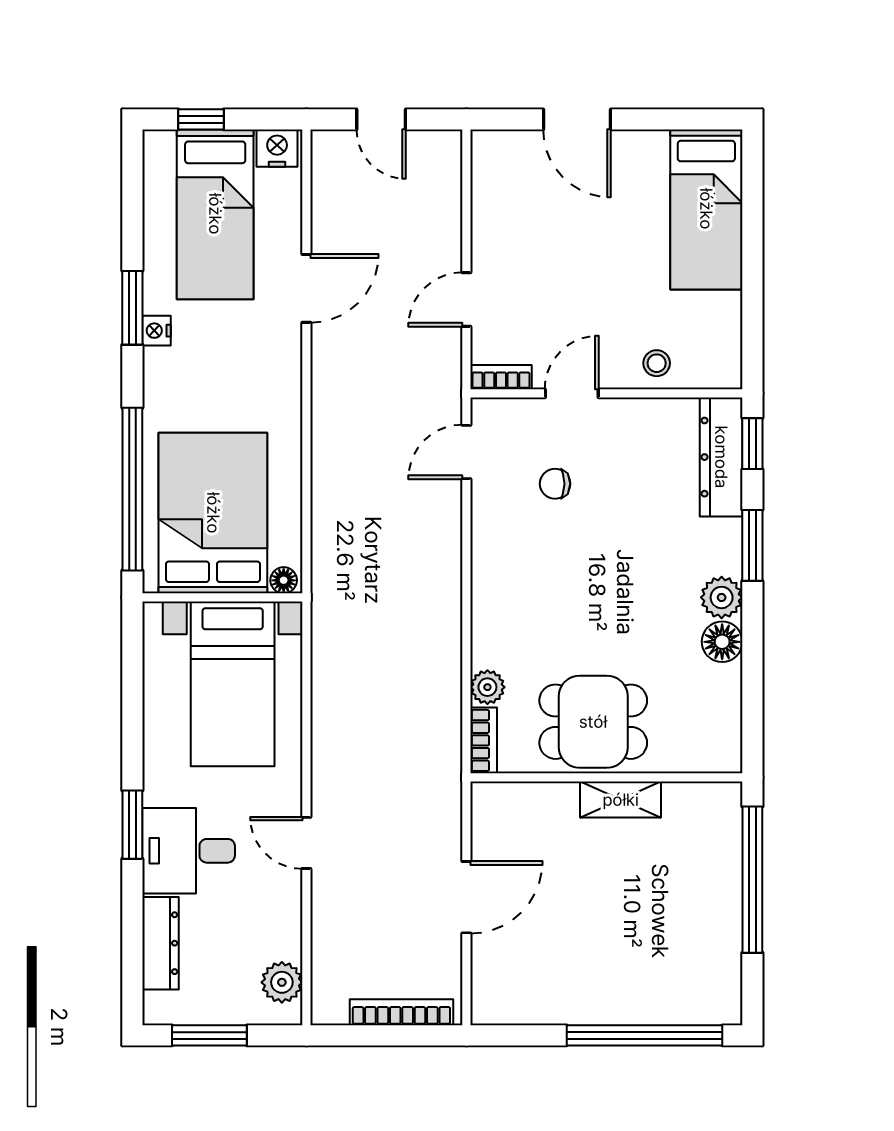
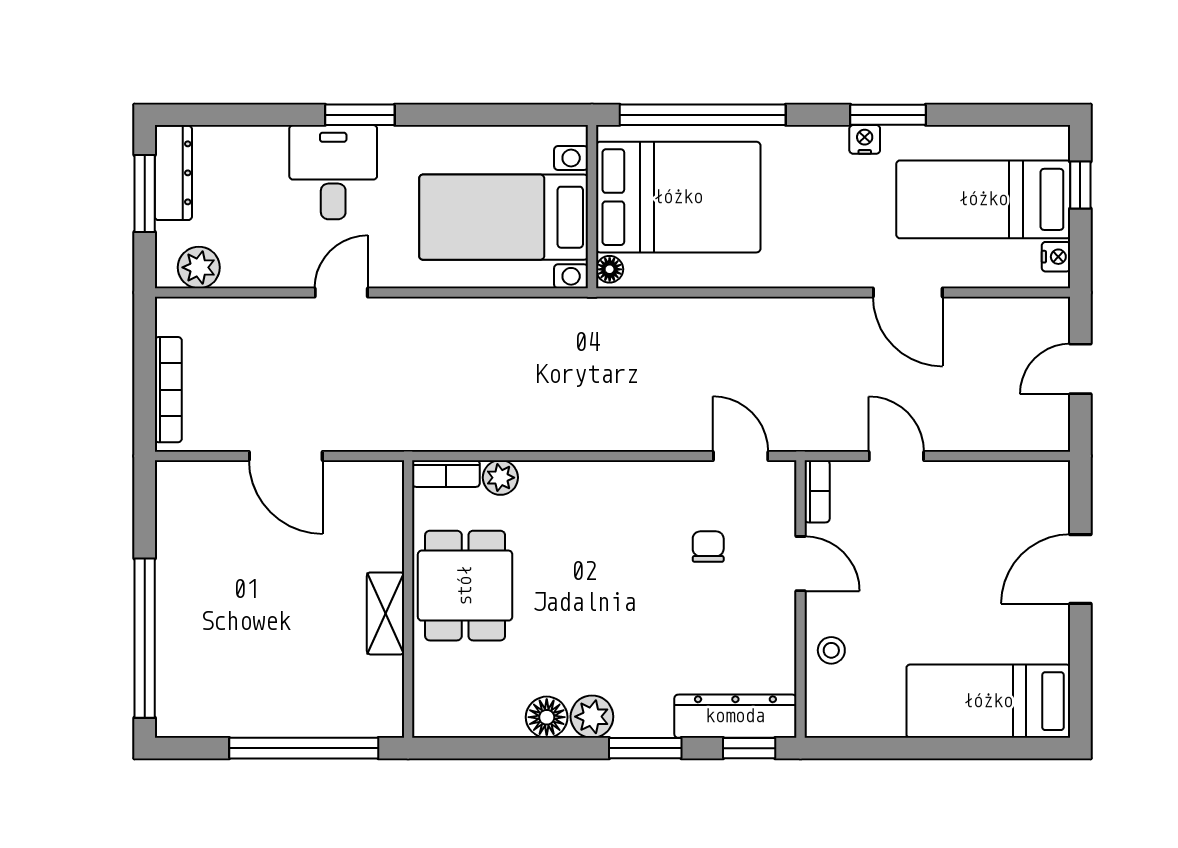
nightstand: (277, 148) -> (1056, 257), width x0.72, depth x0.74
dresser: (160, 943) -> (173, 173), moved, turned -90

